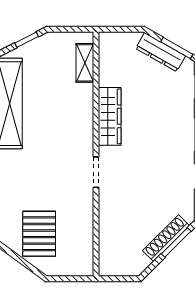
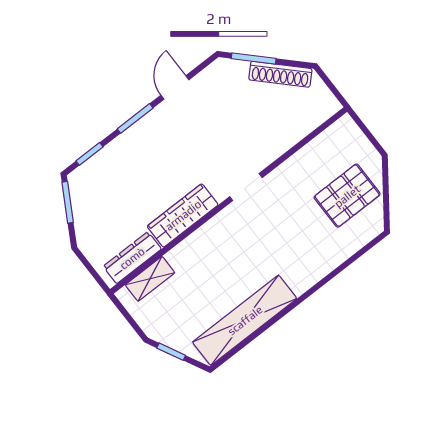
dresser: (161, 52) -> (132, 258), moved, turned -120
shoe rack: (166, 238) -> (280, 74), moved

